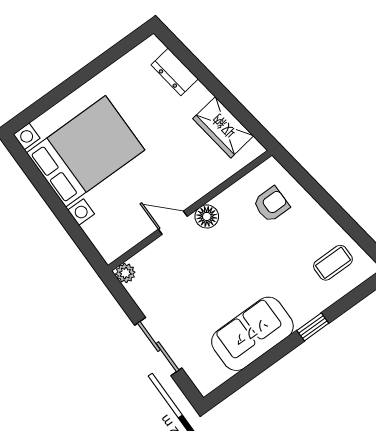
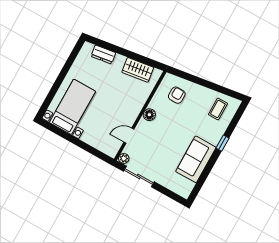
bed with nightstands: (86, 151) -> (72, 107), width x0.73
door: (173, 223) -> (129, 136), moved
sliding door: (158, 347) -> (139, 177), moved

